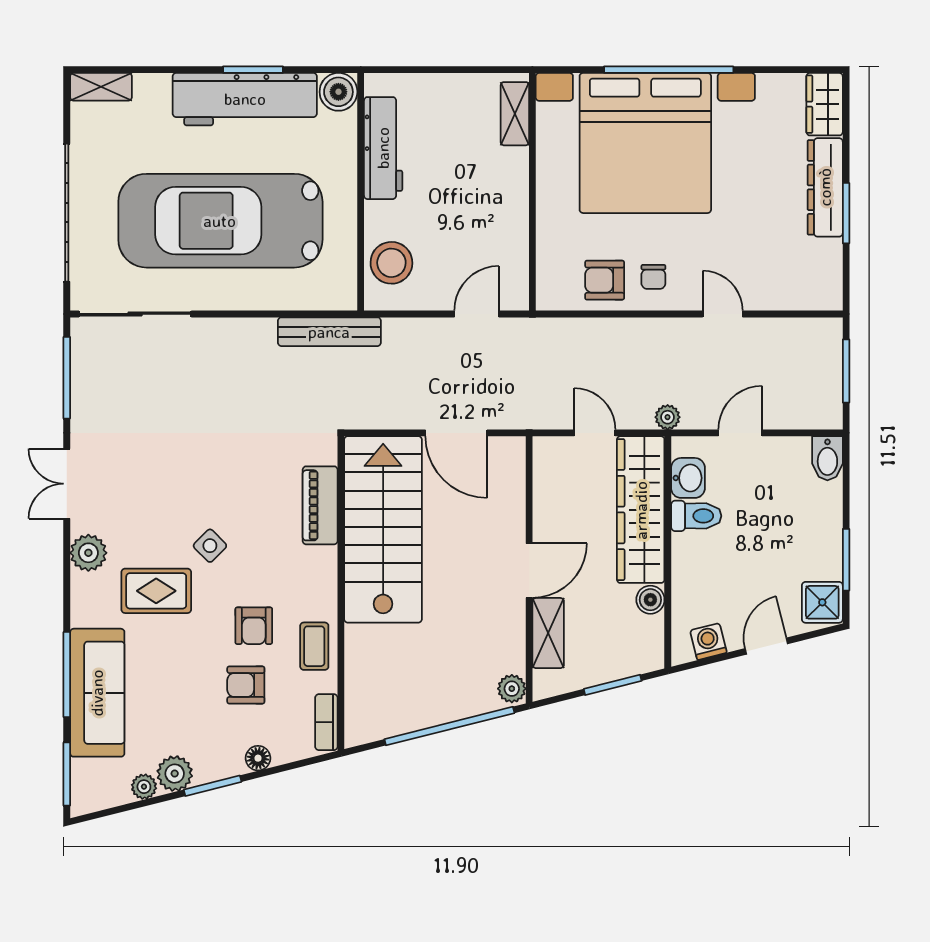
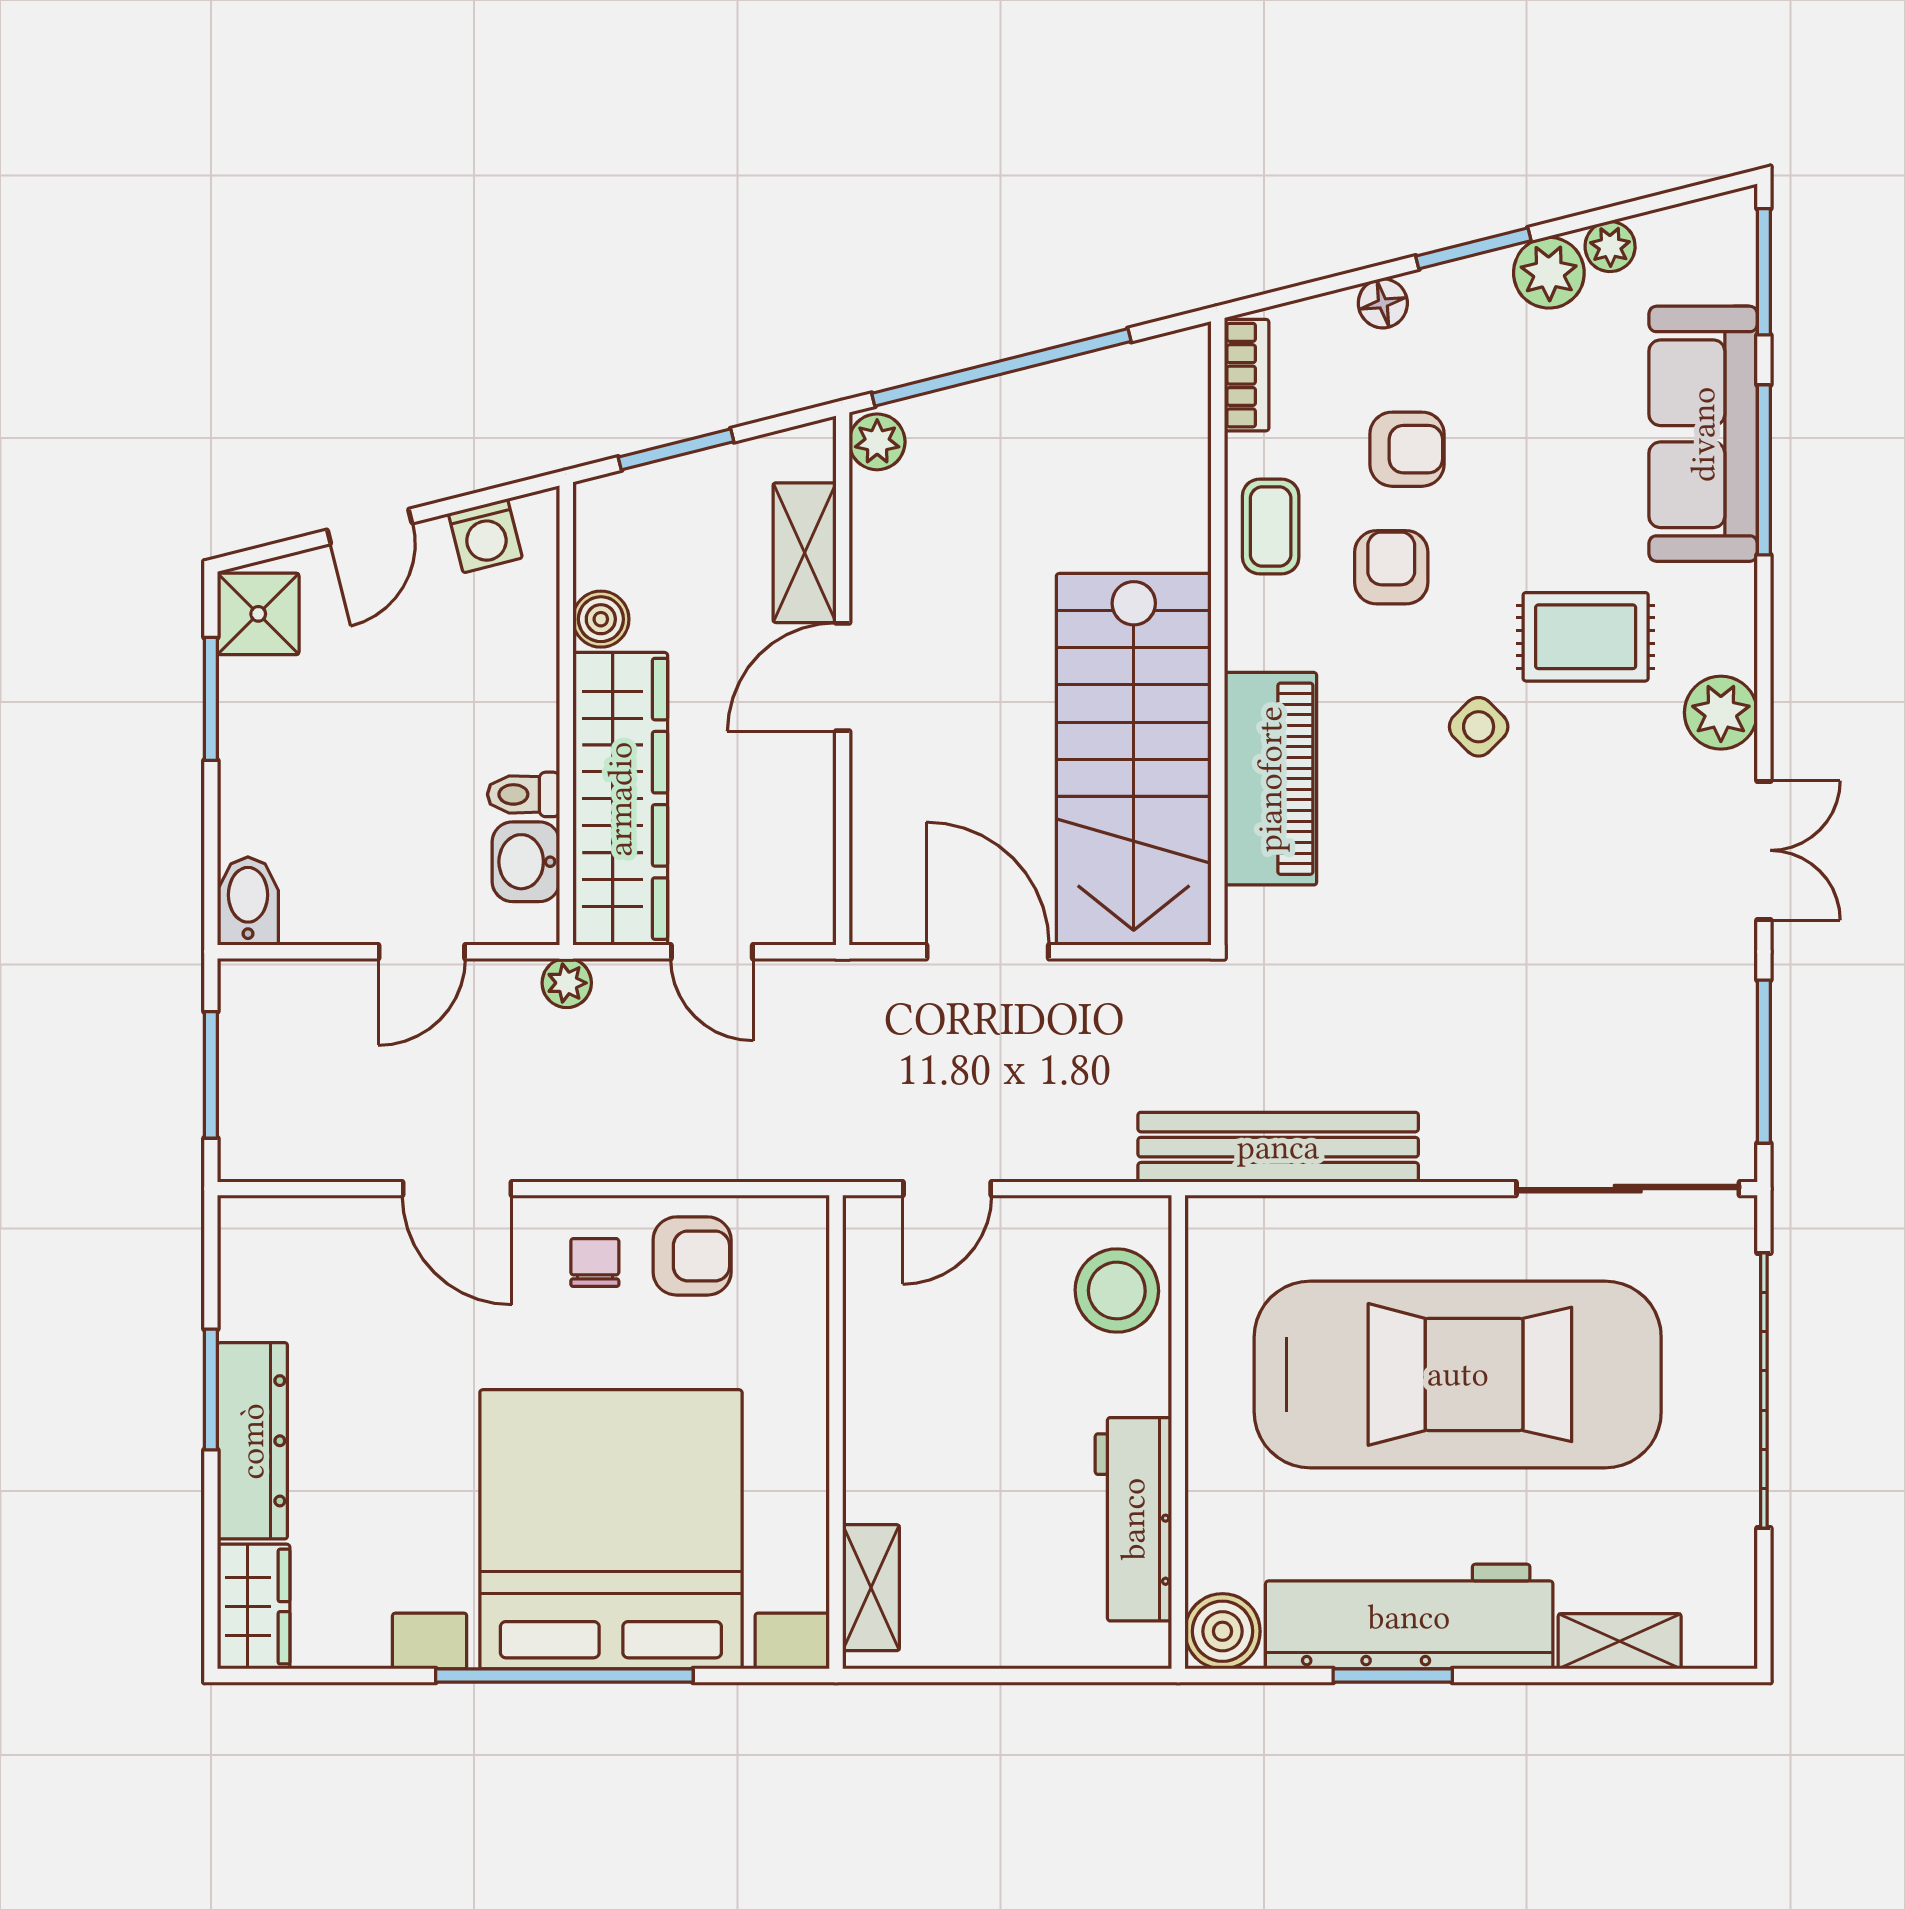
shelving: (101, 87) -> (1620, 1641), moved
door: (723, 314) -> (457, 1189), width x1.38
bench: (329, 332) -> (1278, 1147), width x1.37, depth x1.21
piano: (320, 505) -> (1270, 779), width x1.37, depth x1.33
toilet: (696, 516) -> (524, 794), width x0.73, depth x0.72

